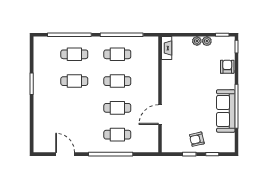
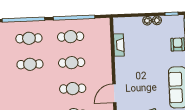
fireplace: (167, 48) -> (119, 45), moved

